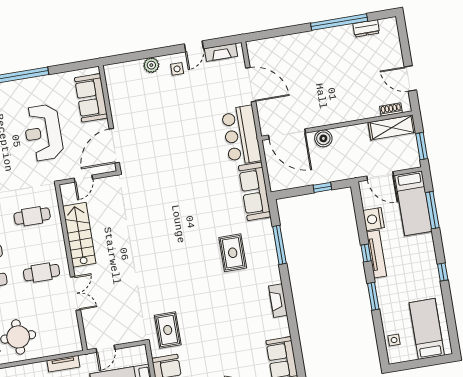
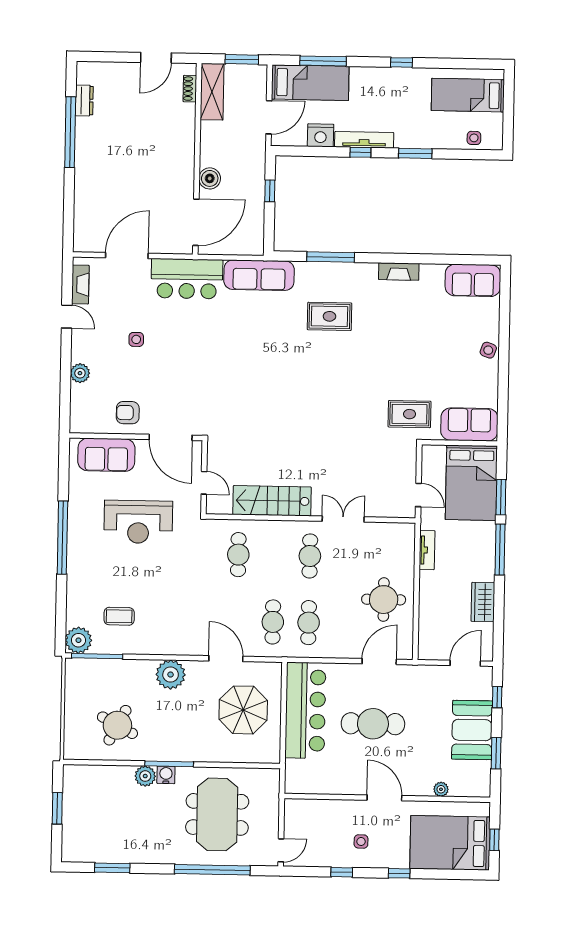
side table: (177, 69) -> (136, 339), moved
armchair: (127, 108) -> (128, 413), added

